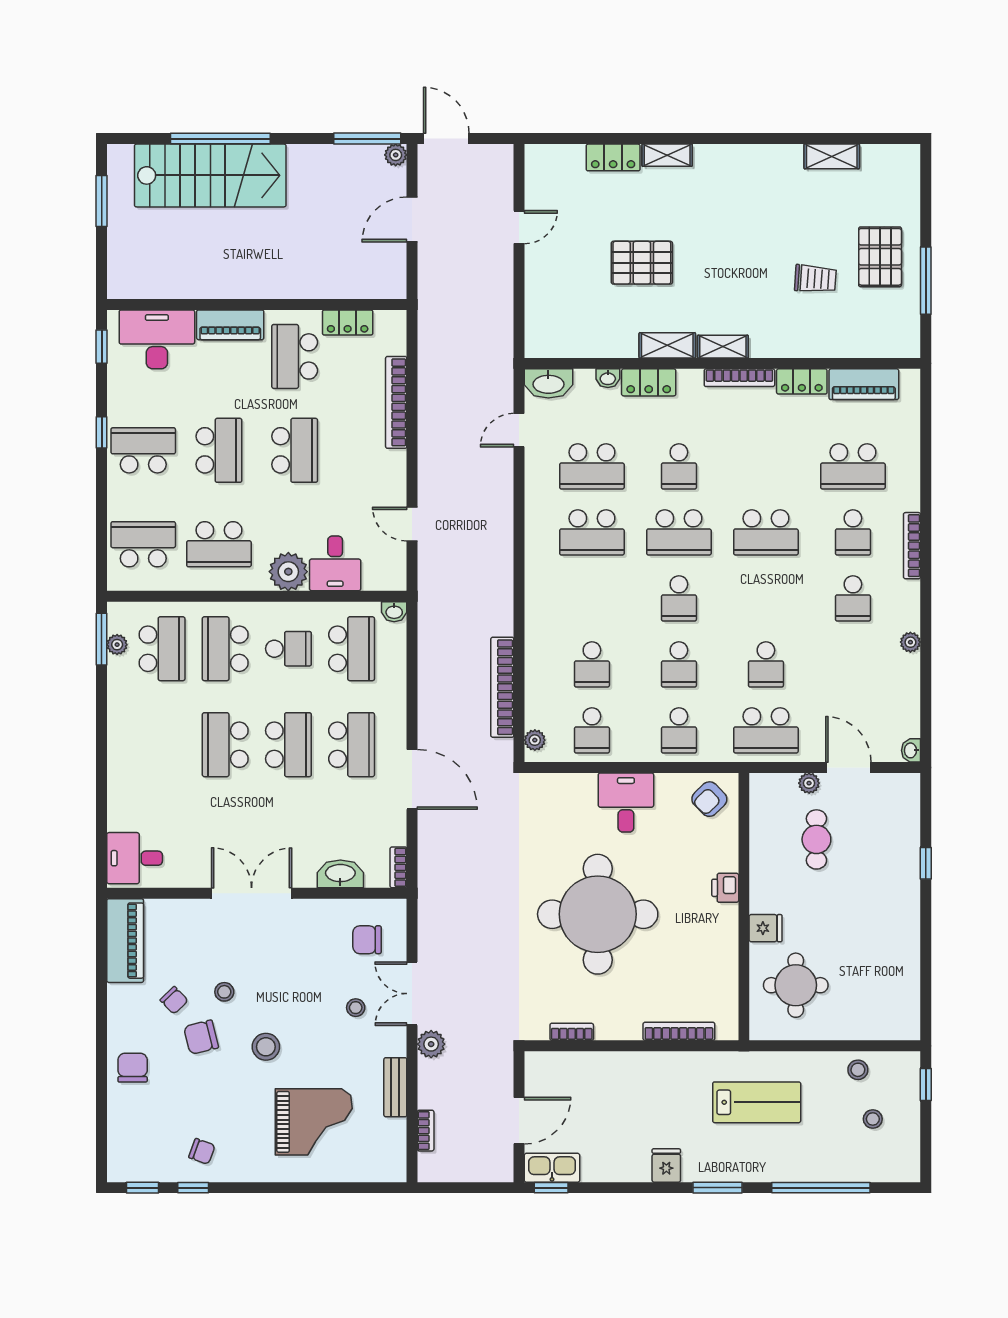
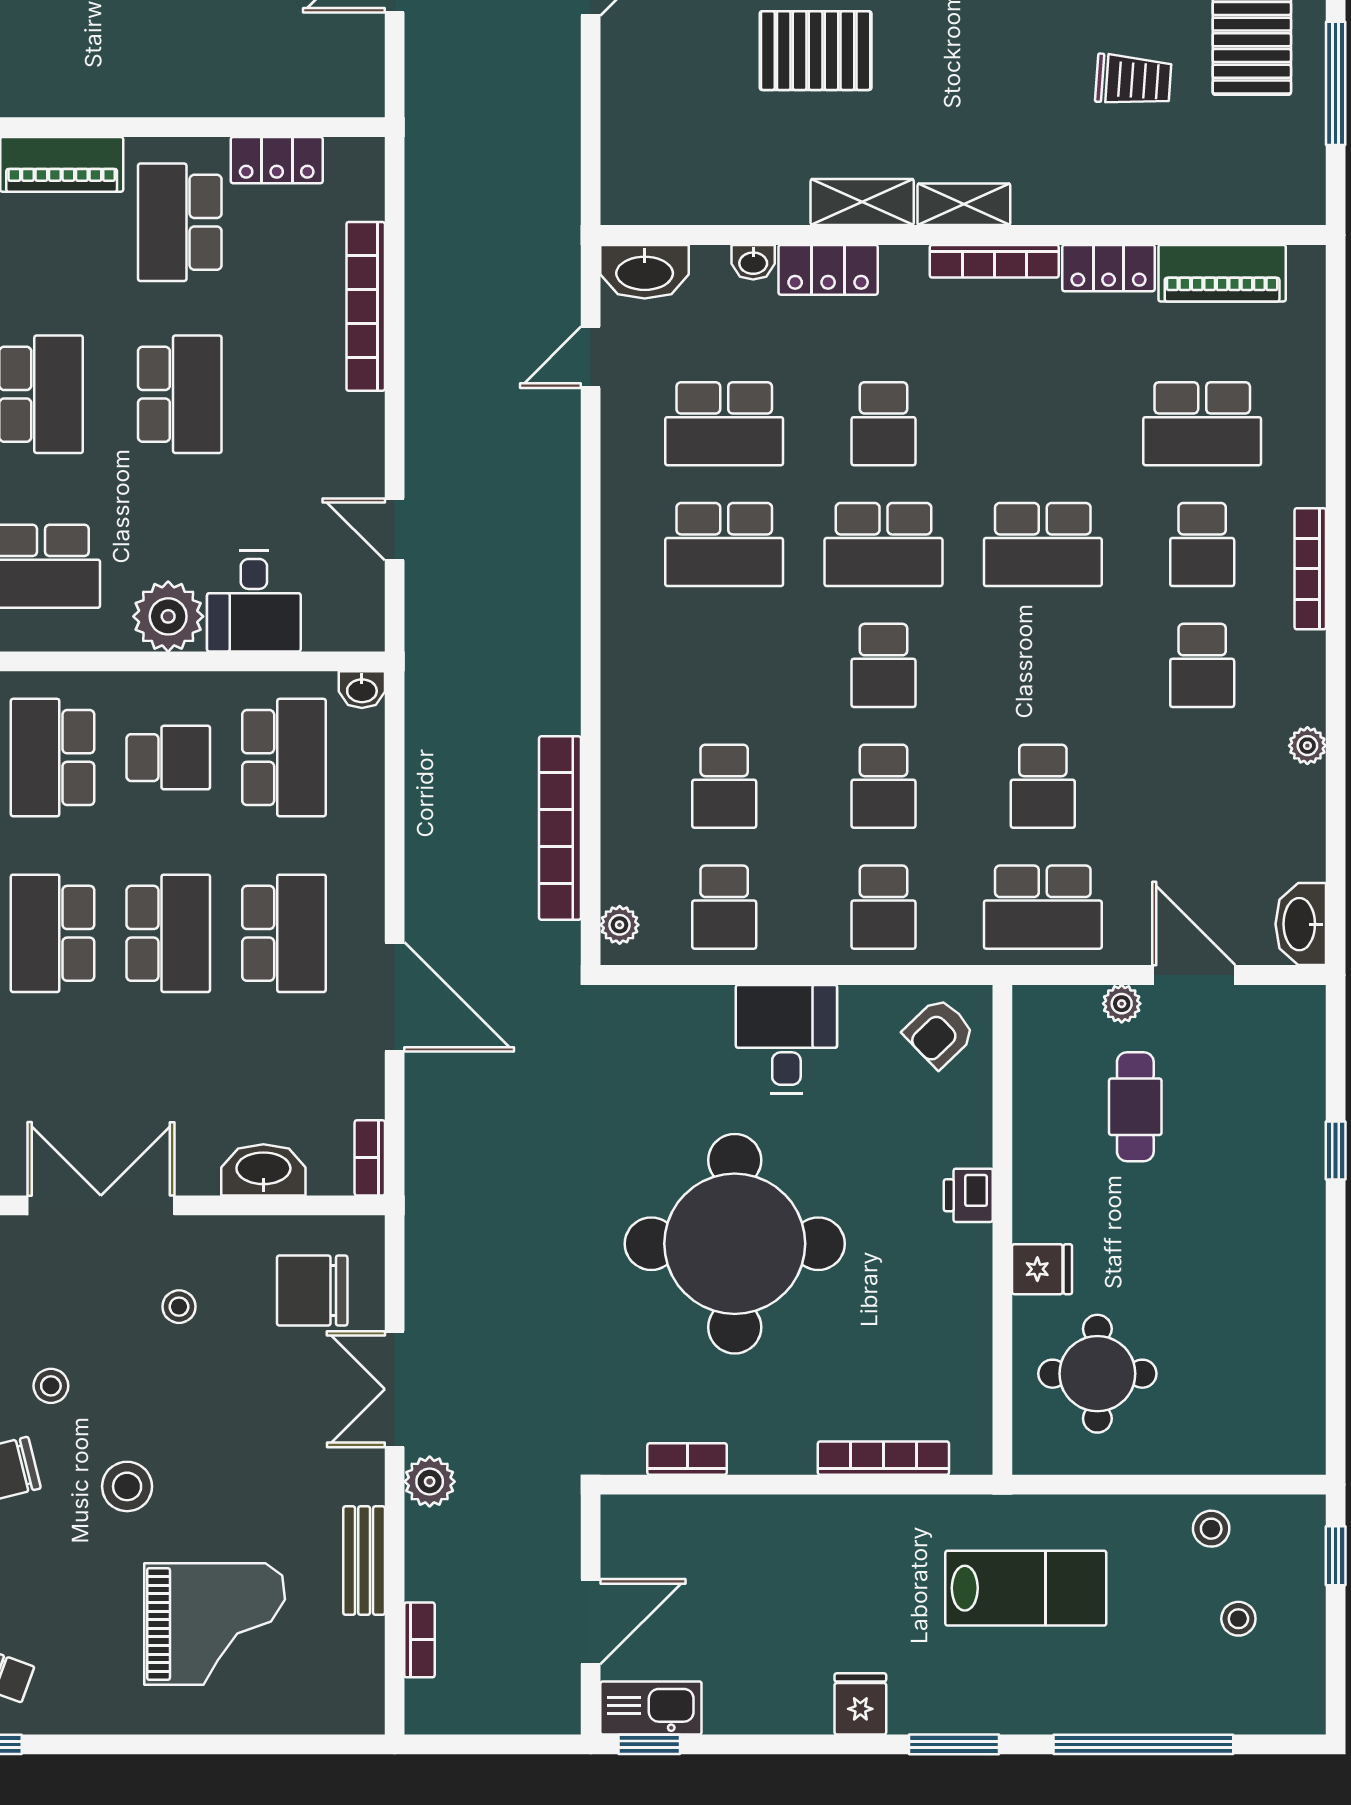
washbasin: (911, 750) -> (1301, 924), width x1.91, depth x1.45
chair: (367, 940) -> (312, 1290), width x1.37, depth x1.37
stool: (356, 1008) -> (179, 1307), moved

